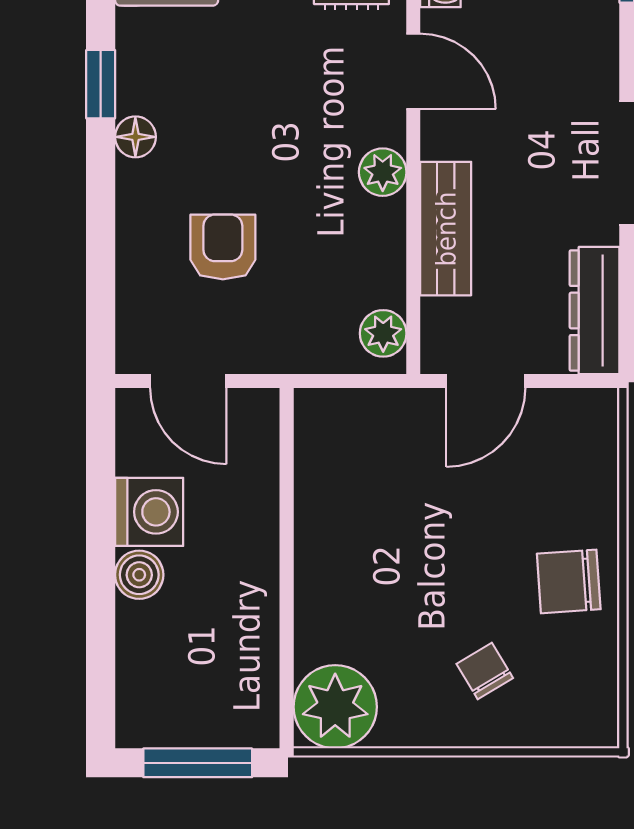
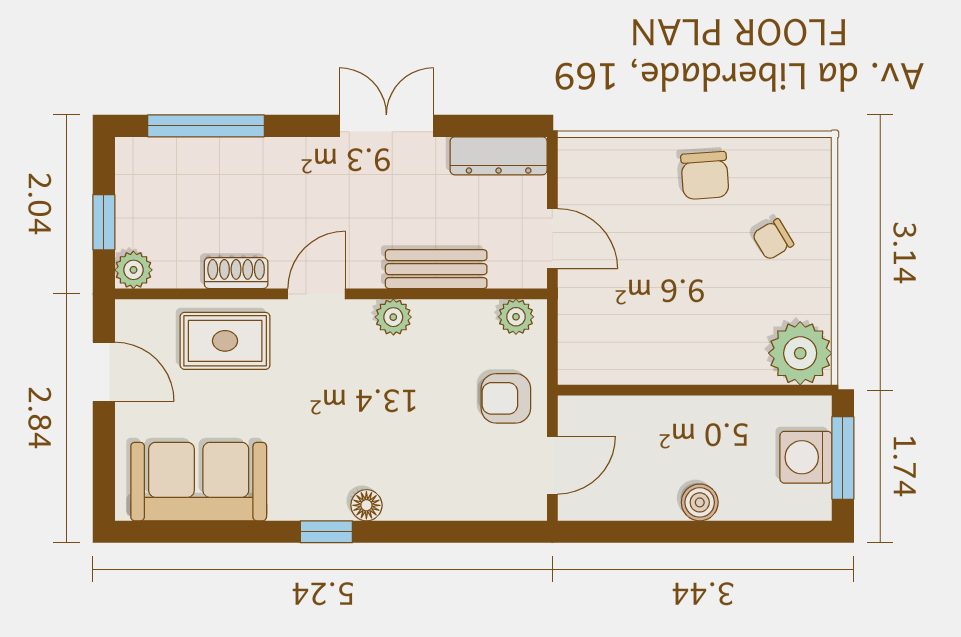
armchair: (223, 247) -> (506, 398), moved
washing machine: (149, 512) -> (806, 457), moved, turned -90

